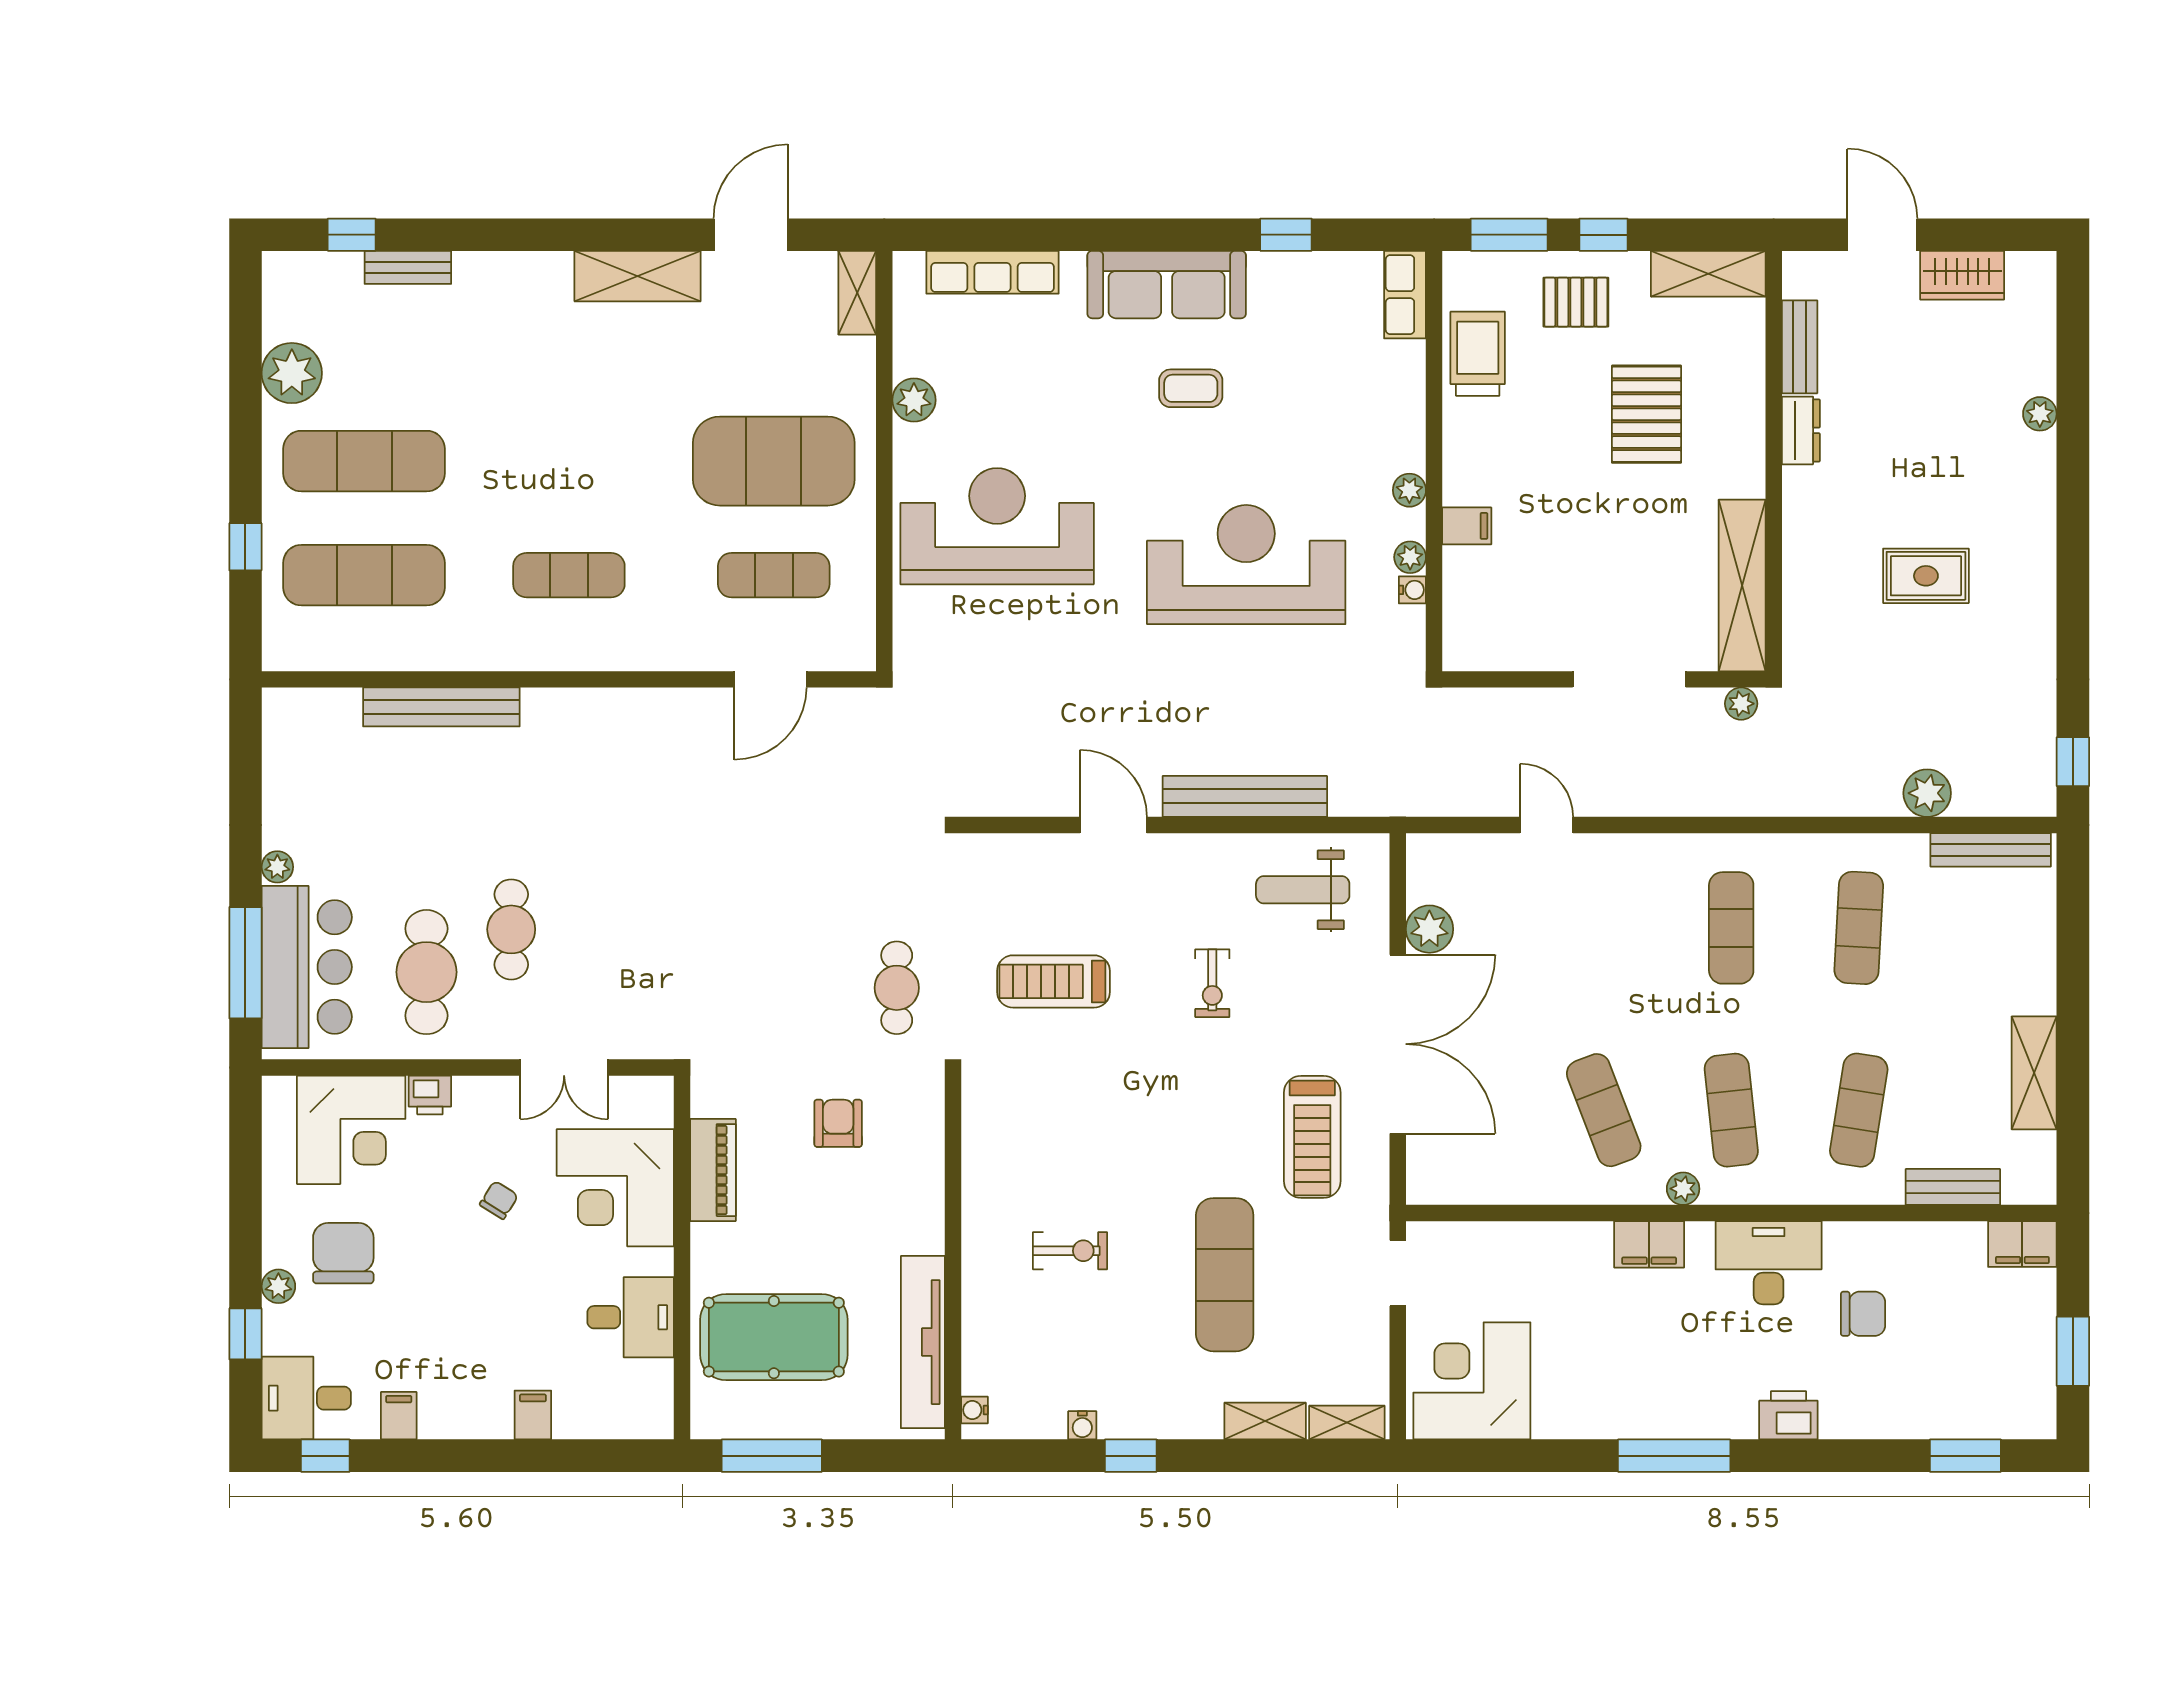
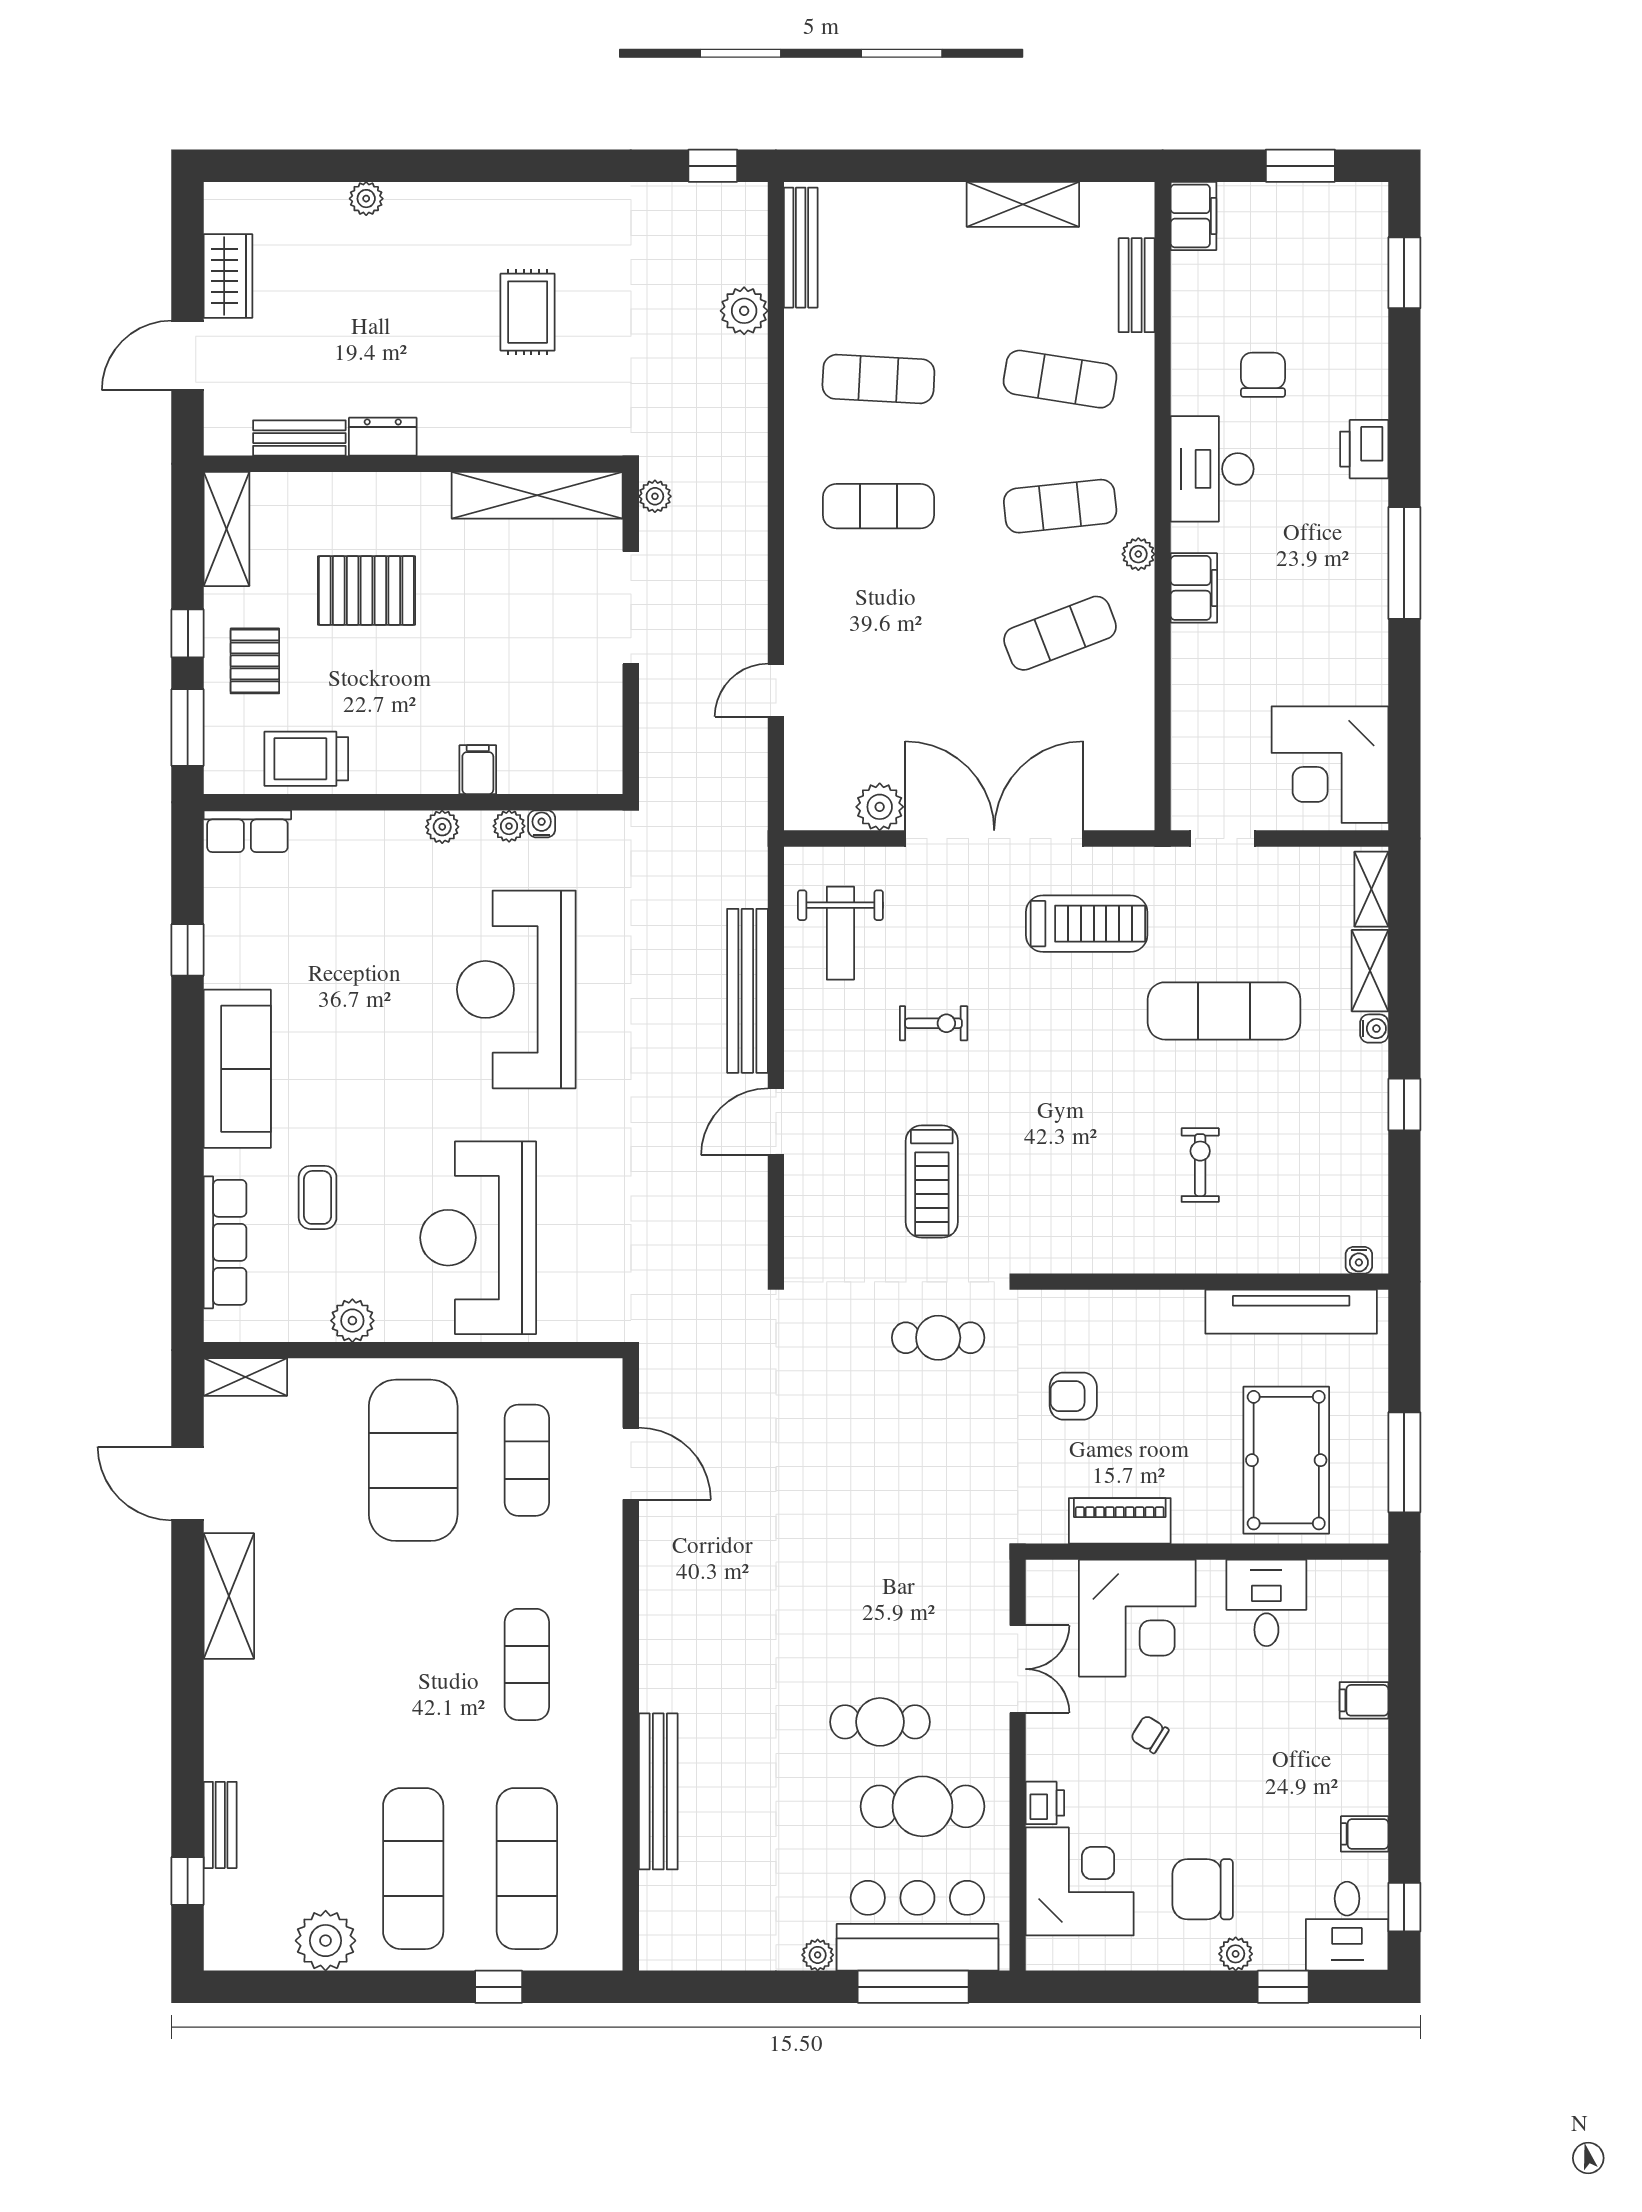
coffee table: (1191, 388) -> (318, 1197), moved
water cooler: (1082, 1425) -> (1374, 1029), moved

